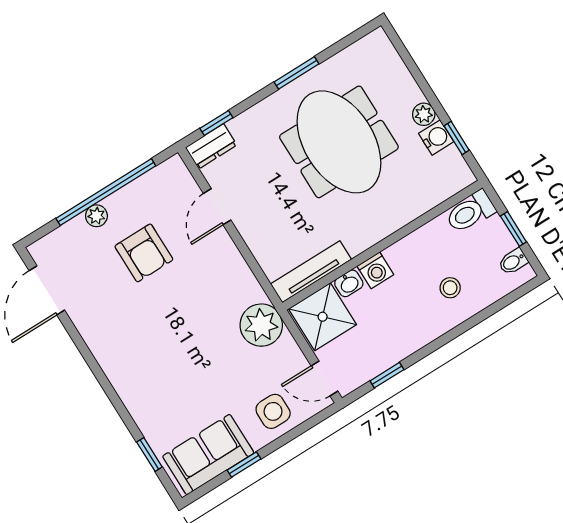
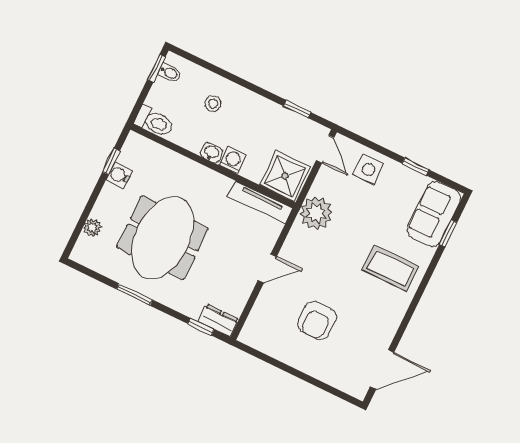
plant: (424, 114) -> (92, 227), moved
window: (106, 192) -> (293, 371), removed
door: (217, 207) -> (267, 268), moved
plant: (96, 216) -> (312, 368), removed
window: (513, 229) -> (156, 68), moved
armchair: (144, 253) -> (317, 321), turned 180
washbasin: (349, 283) -> (211, 153), moved
coffee table: (151, 368) -> (390, 268), added
sofa: (208, 455) -> (434, 214), moved, turned 90

